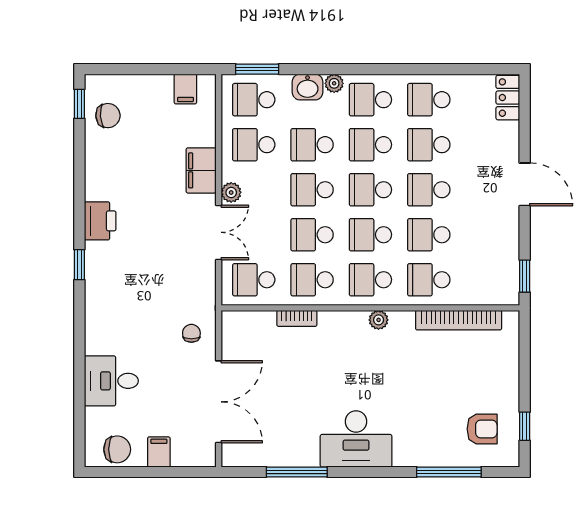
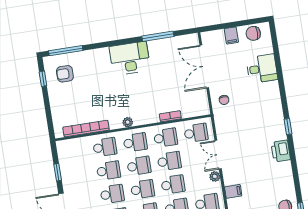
filing cabinet: (201, 170) -> (233, 191), width x0.50
window: (525, 276) -> (58, 172), moved
window: (449, 472) -> (66, 51), moved

